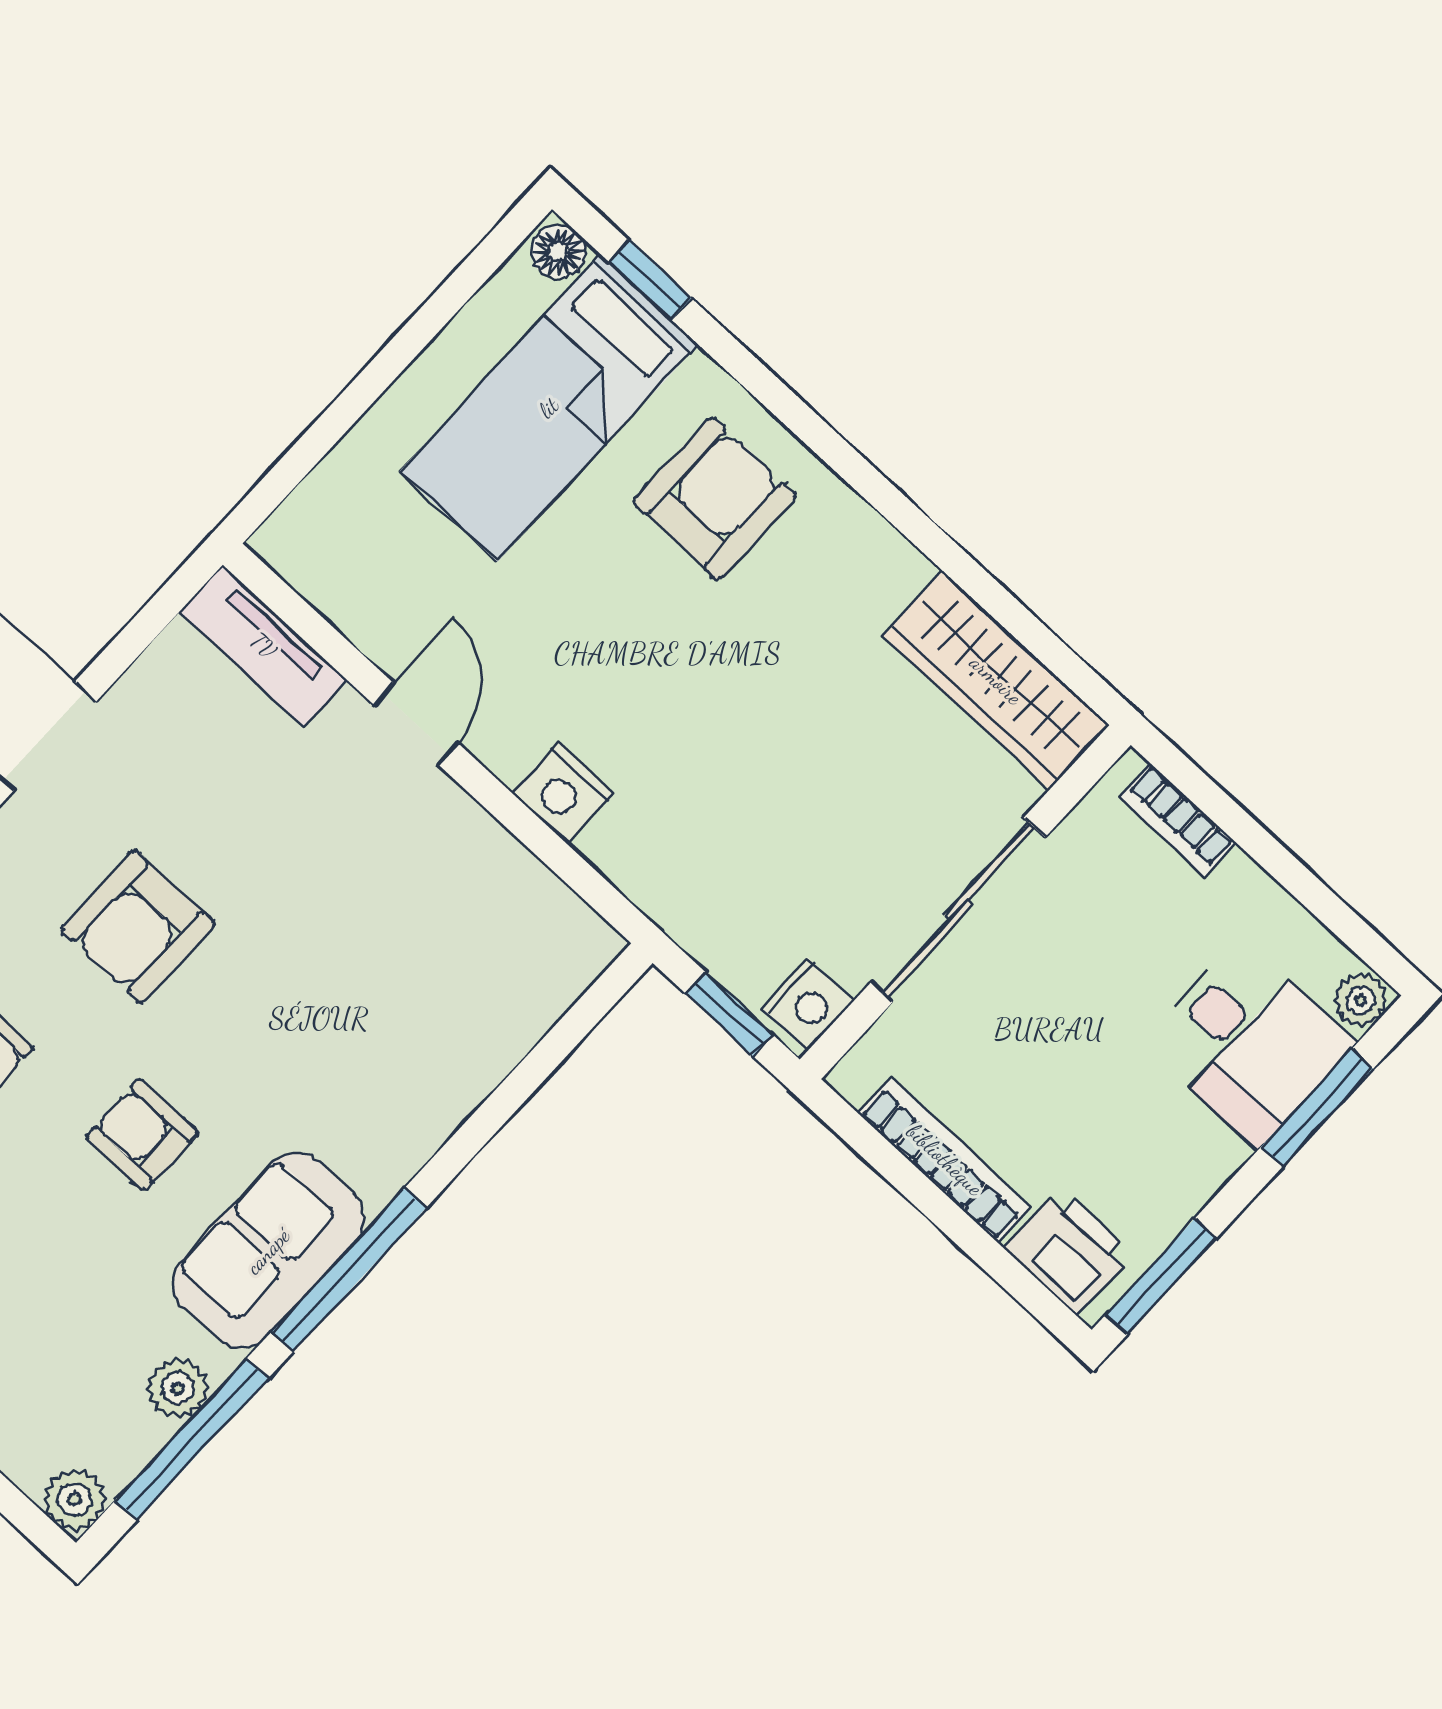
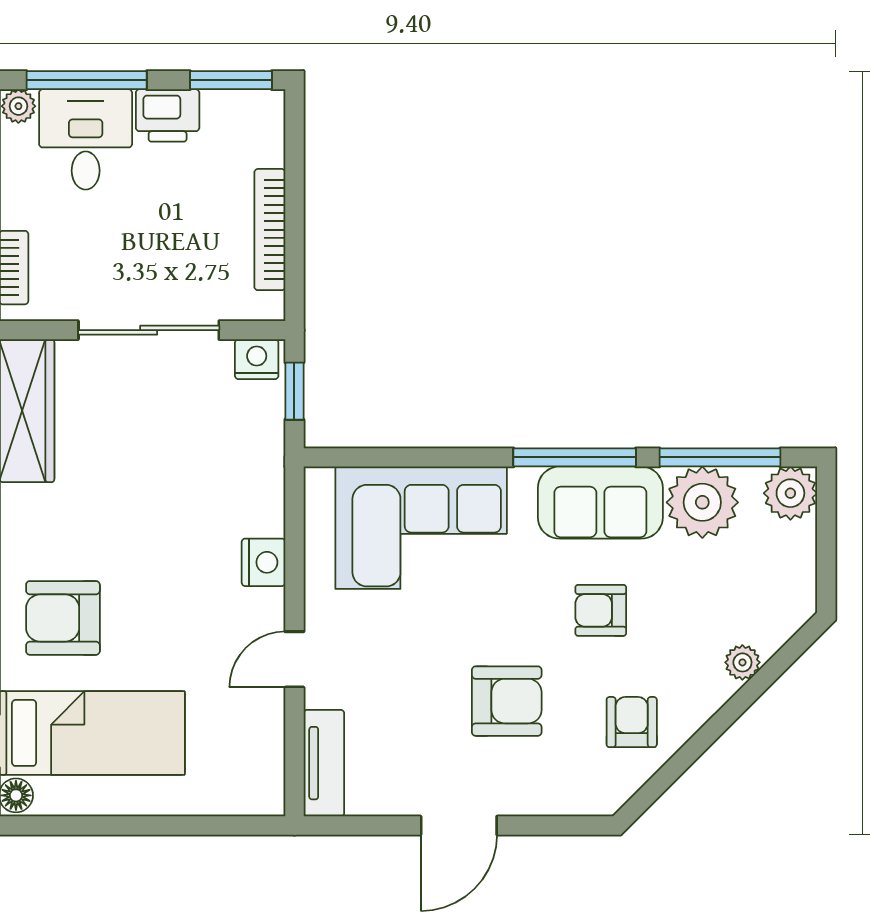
corner sofa: (433, 1014) -> (421, 528), added
window: (1317, 1108) -> (87, 80), width x1.44
armchair: (142, 1135) -> (601, 610), turned 90
printer: (1068, 1251) -> (168, 115), moved, turned -90
plant: (178, 1388) -> (702, 502), width x1.87, depth x1.87
plant: (74, 1499) -> (790, 493), width x1.38, depth x1.38

